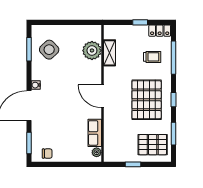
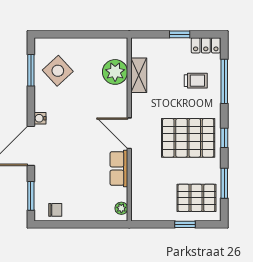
pallet: (147, 100) -> (188, 138), turned 90
row of seats: (95, 133) -> (119, 169), moved
window: (133, 164) -> (185, 224), moved

